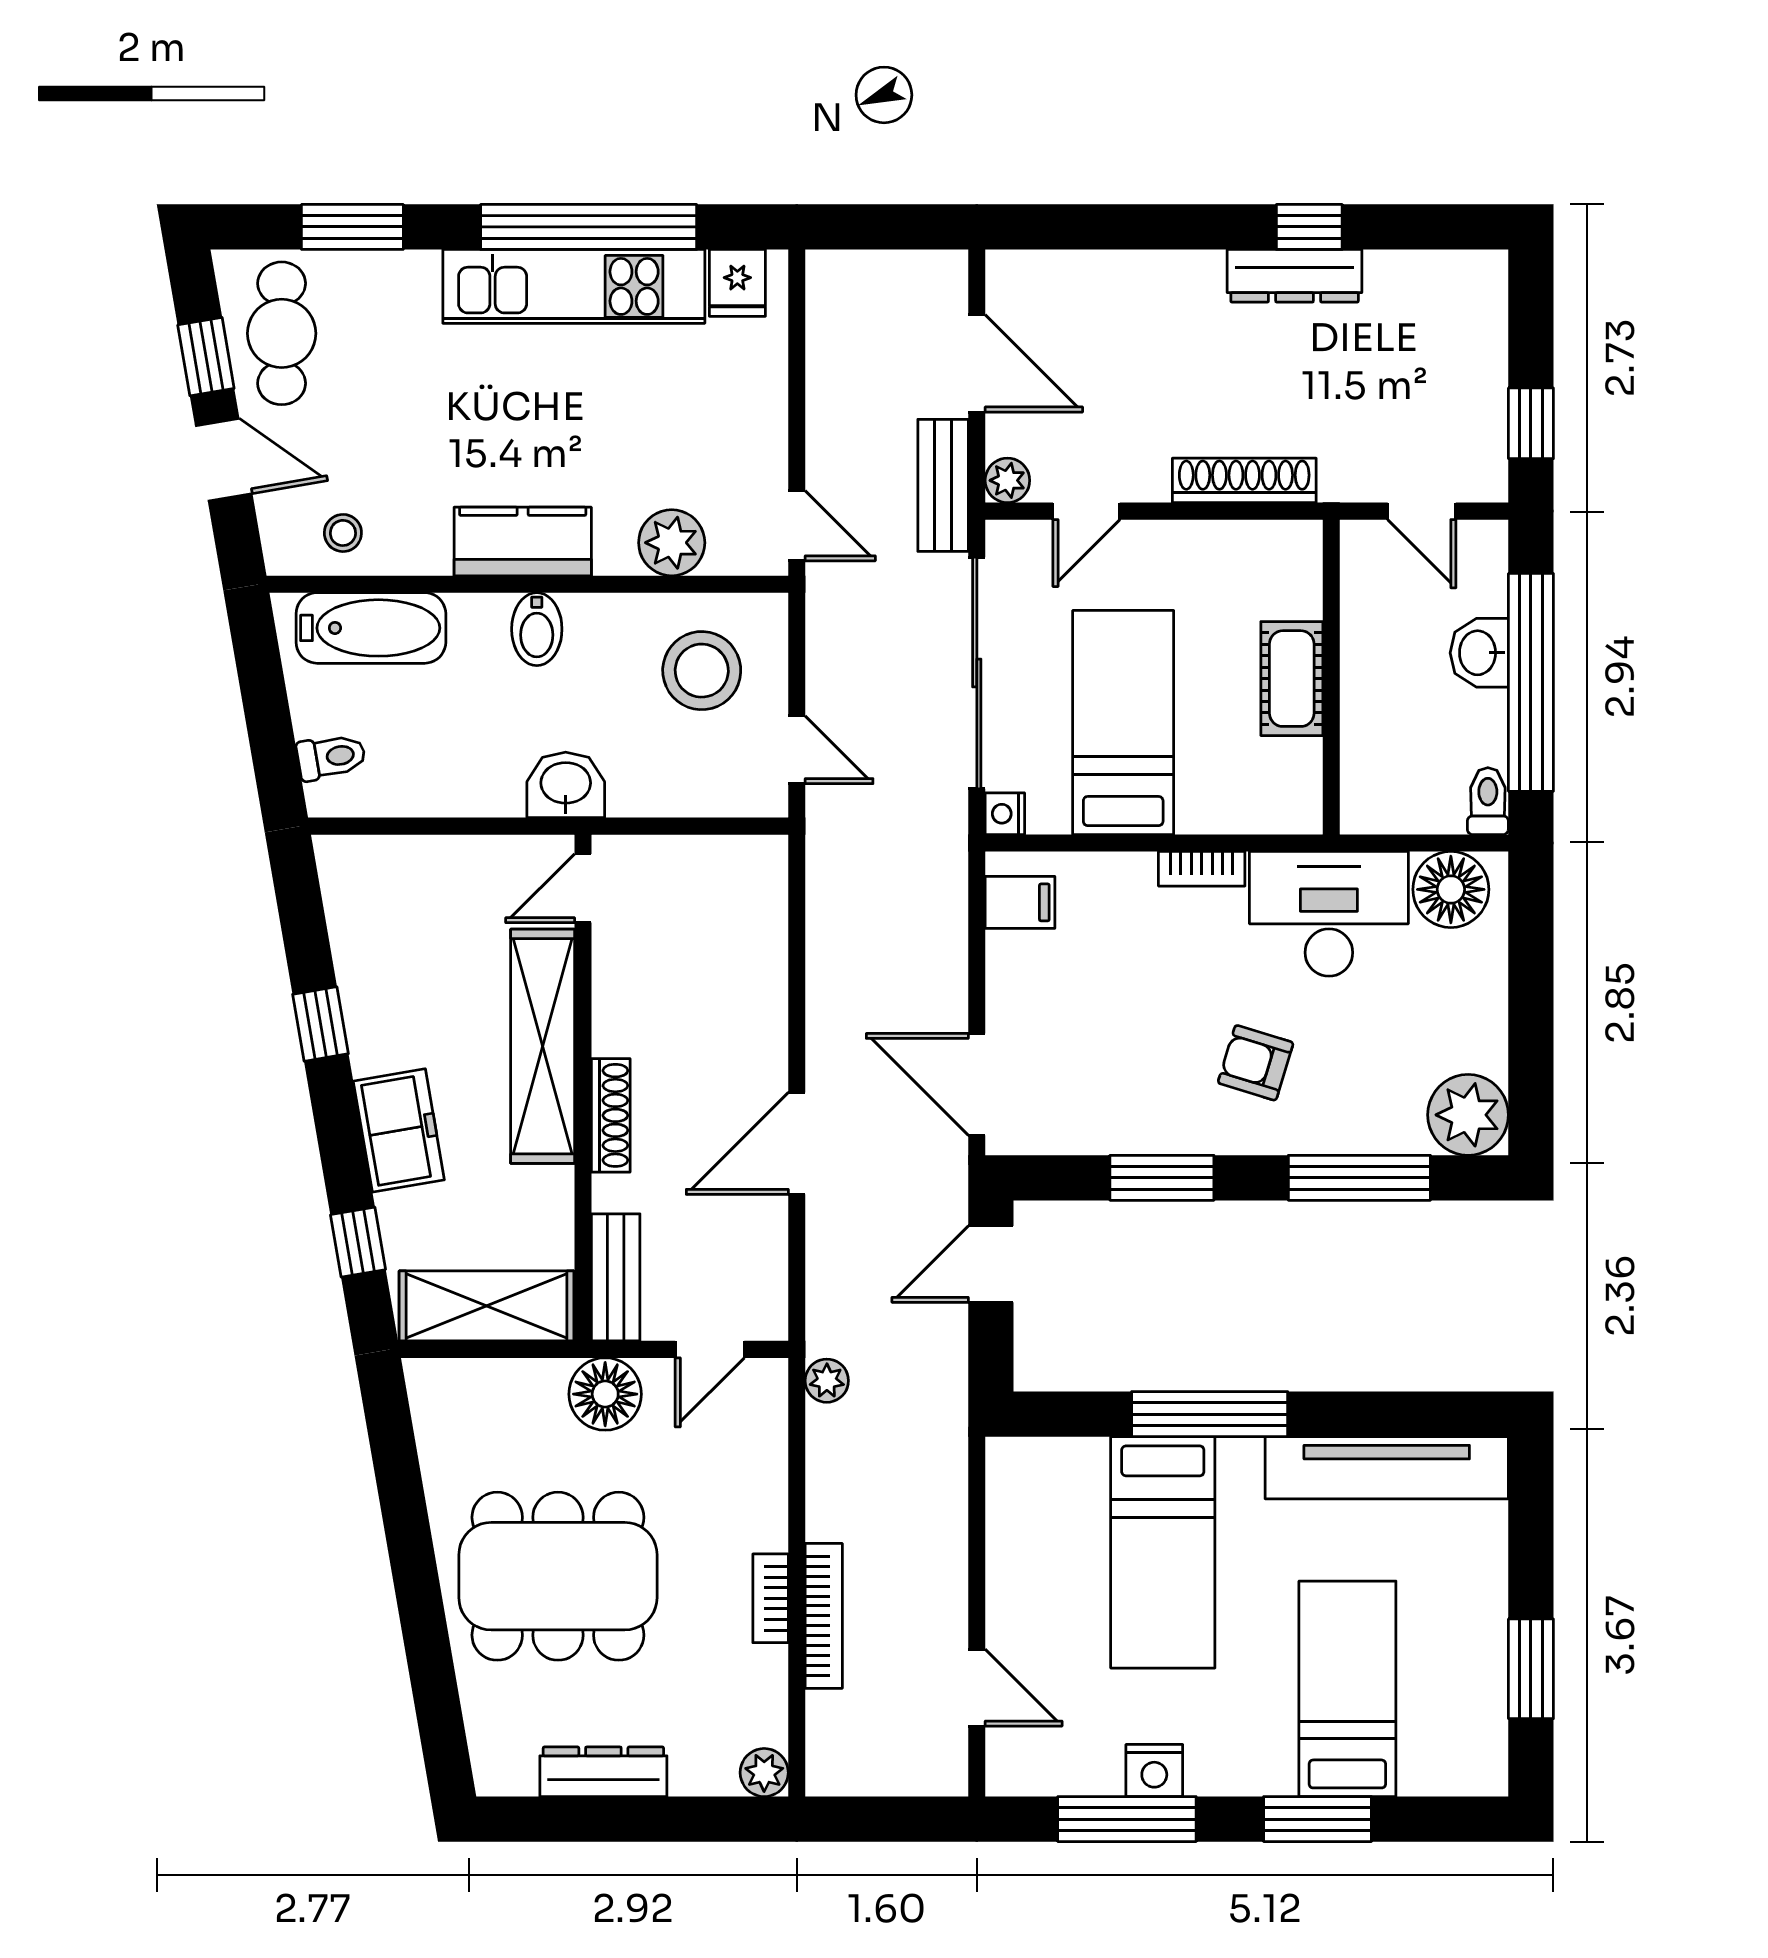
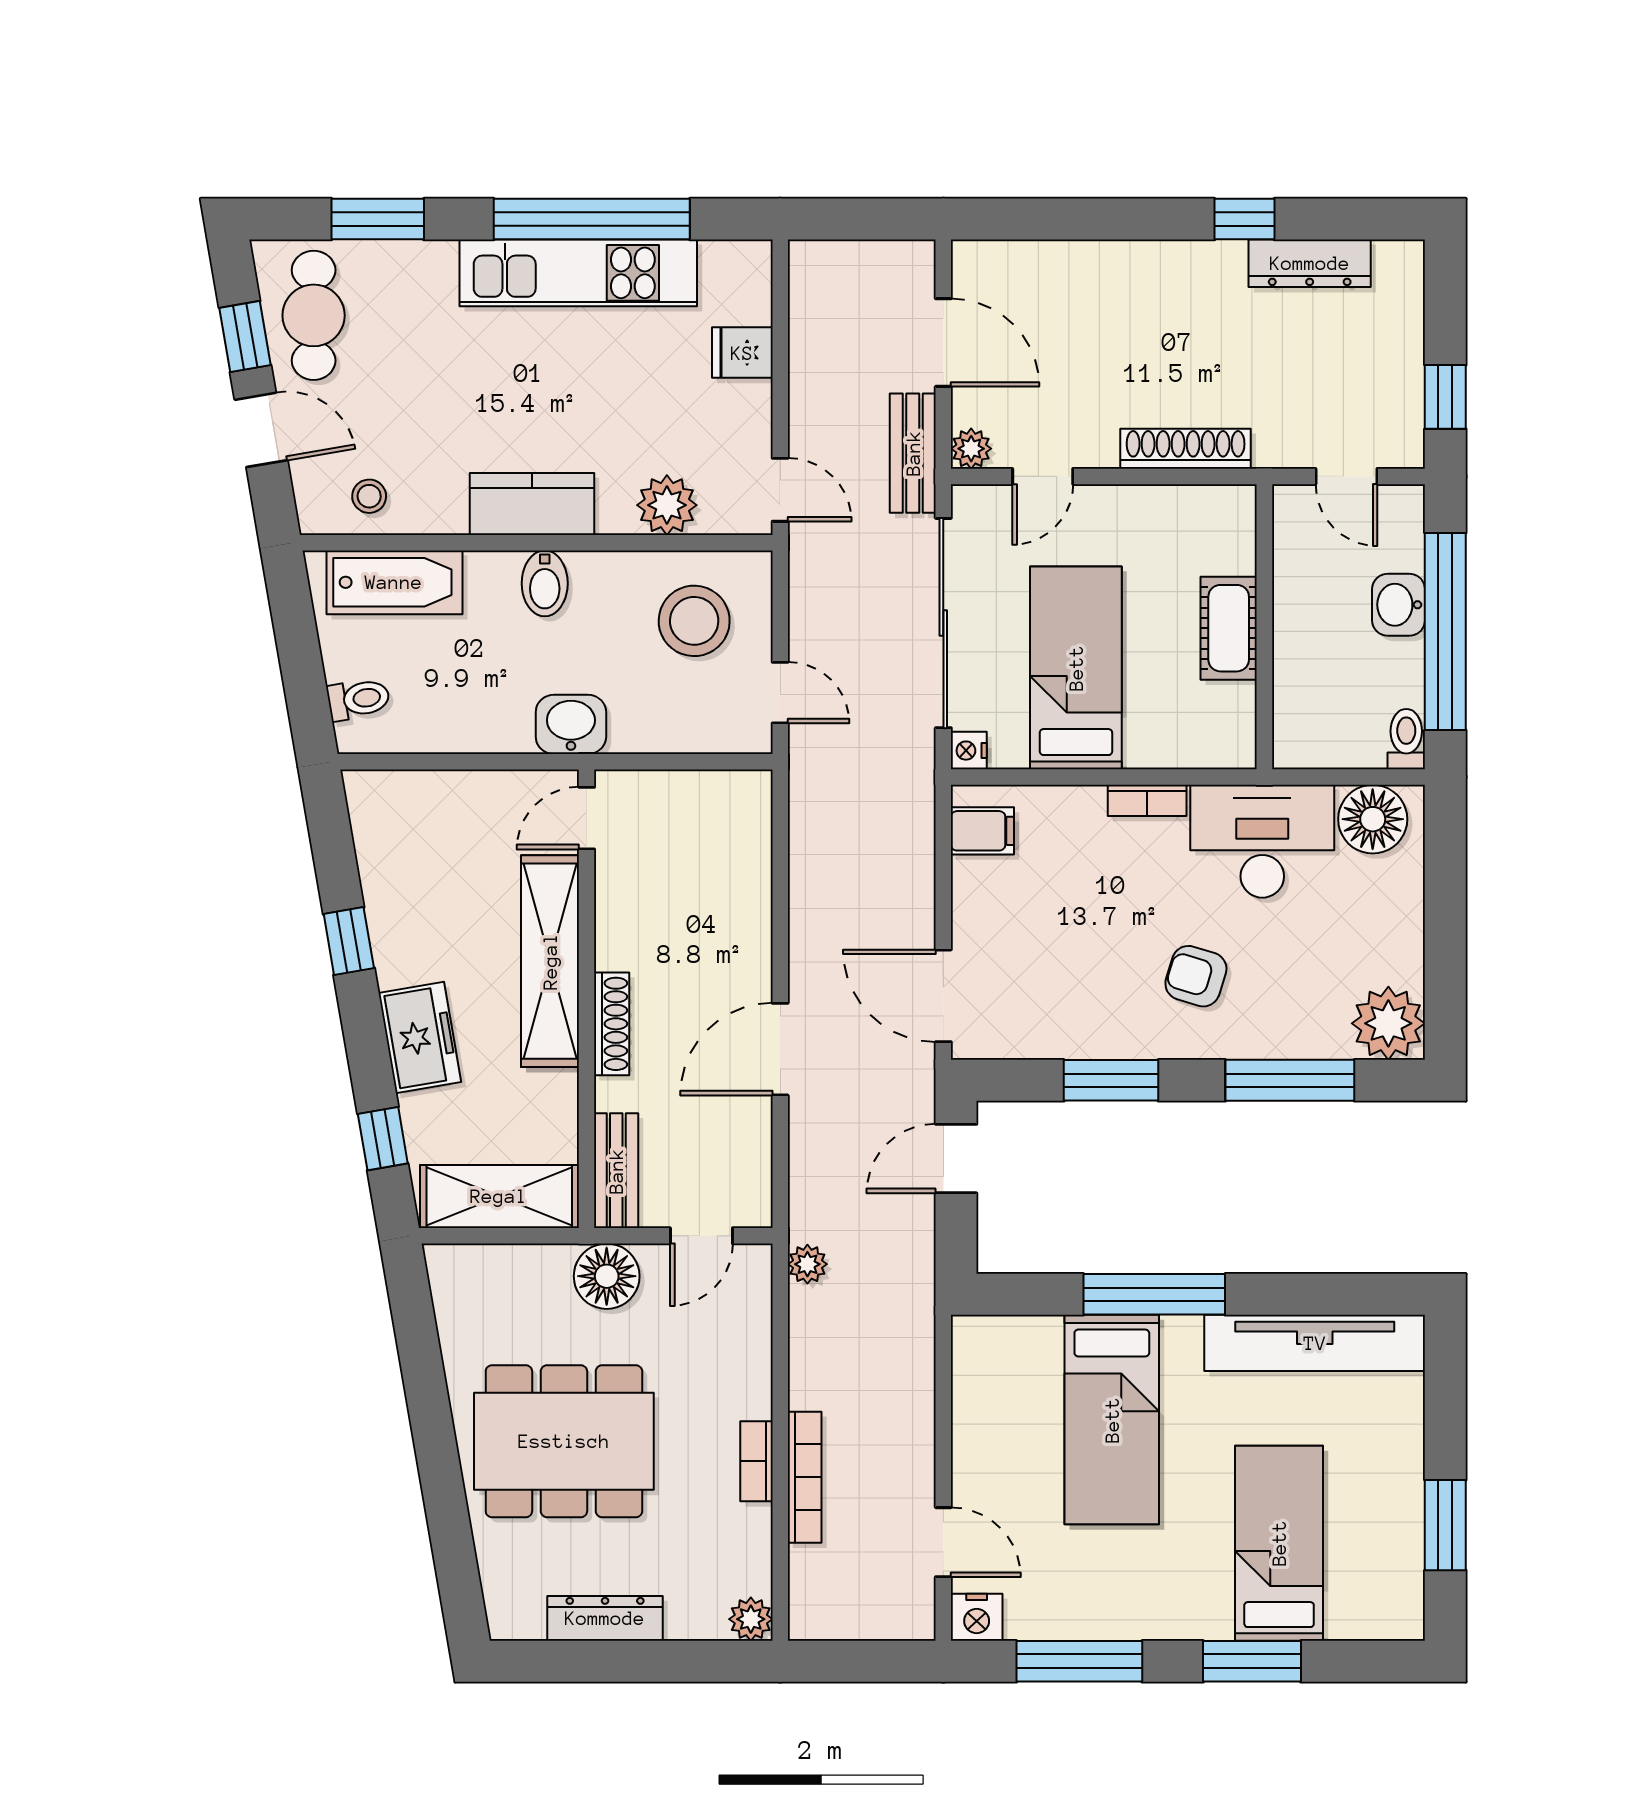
dresser: (1295, 276) -> (1310, 263), moved
fridge: (737, 283) -> (742, 353), moved, turned 90
nightstand: (1154, 1771) -> (977, 1617), moved

